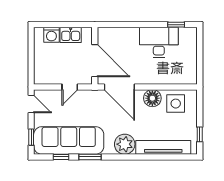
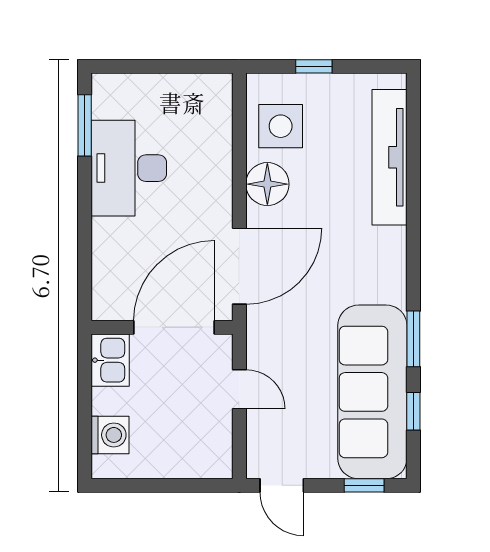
window: (176, 25) -> (85, 125), width x1.50
kitchen sink: (71, 35) -> (110, 360), moved
door: (31, 104) -> (282, 485), swing flipped
window: (200, 134) -> (314, 66), moved
plant: (125, 144) -> (382, 253), removed

